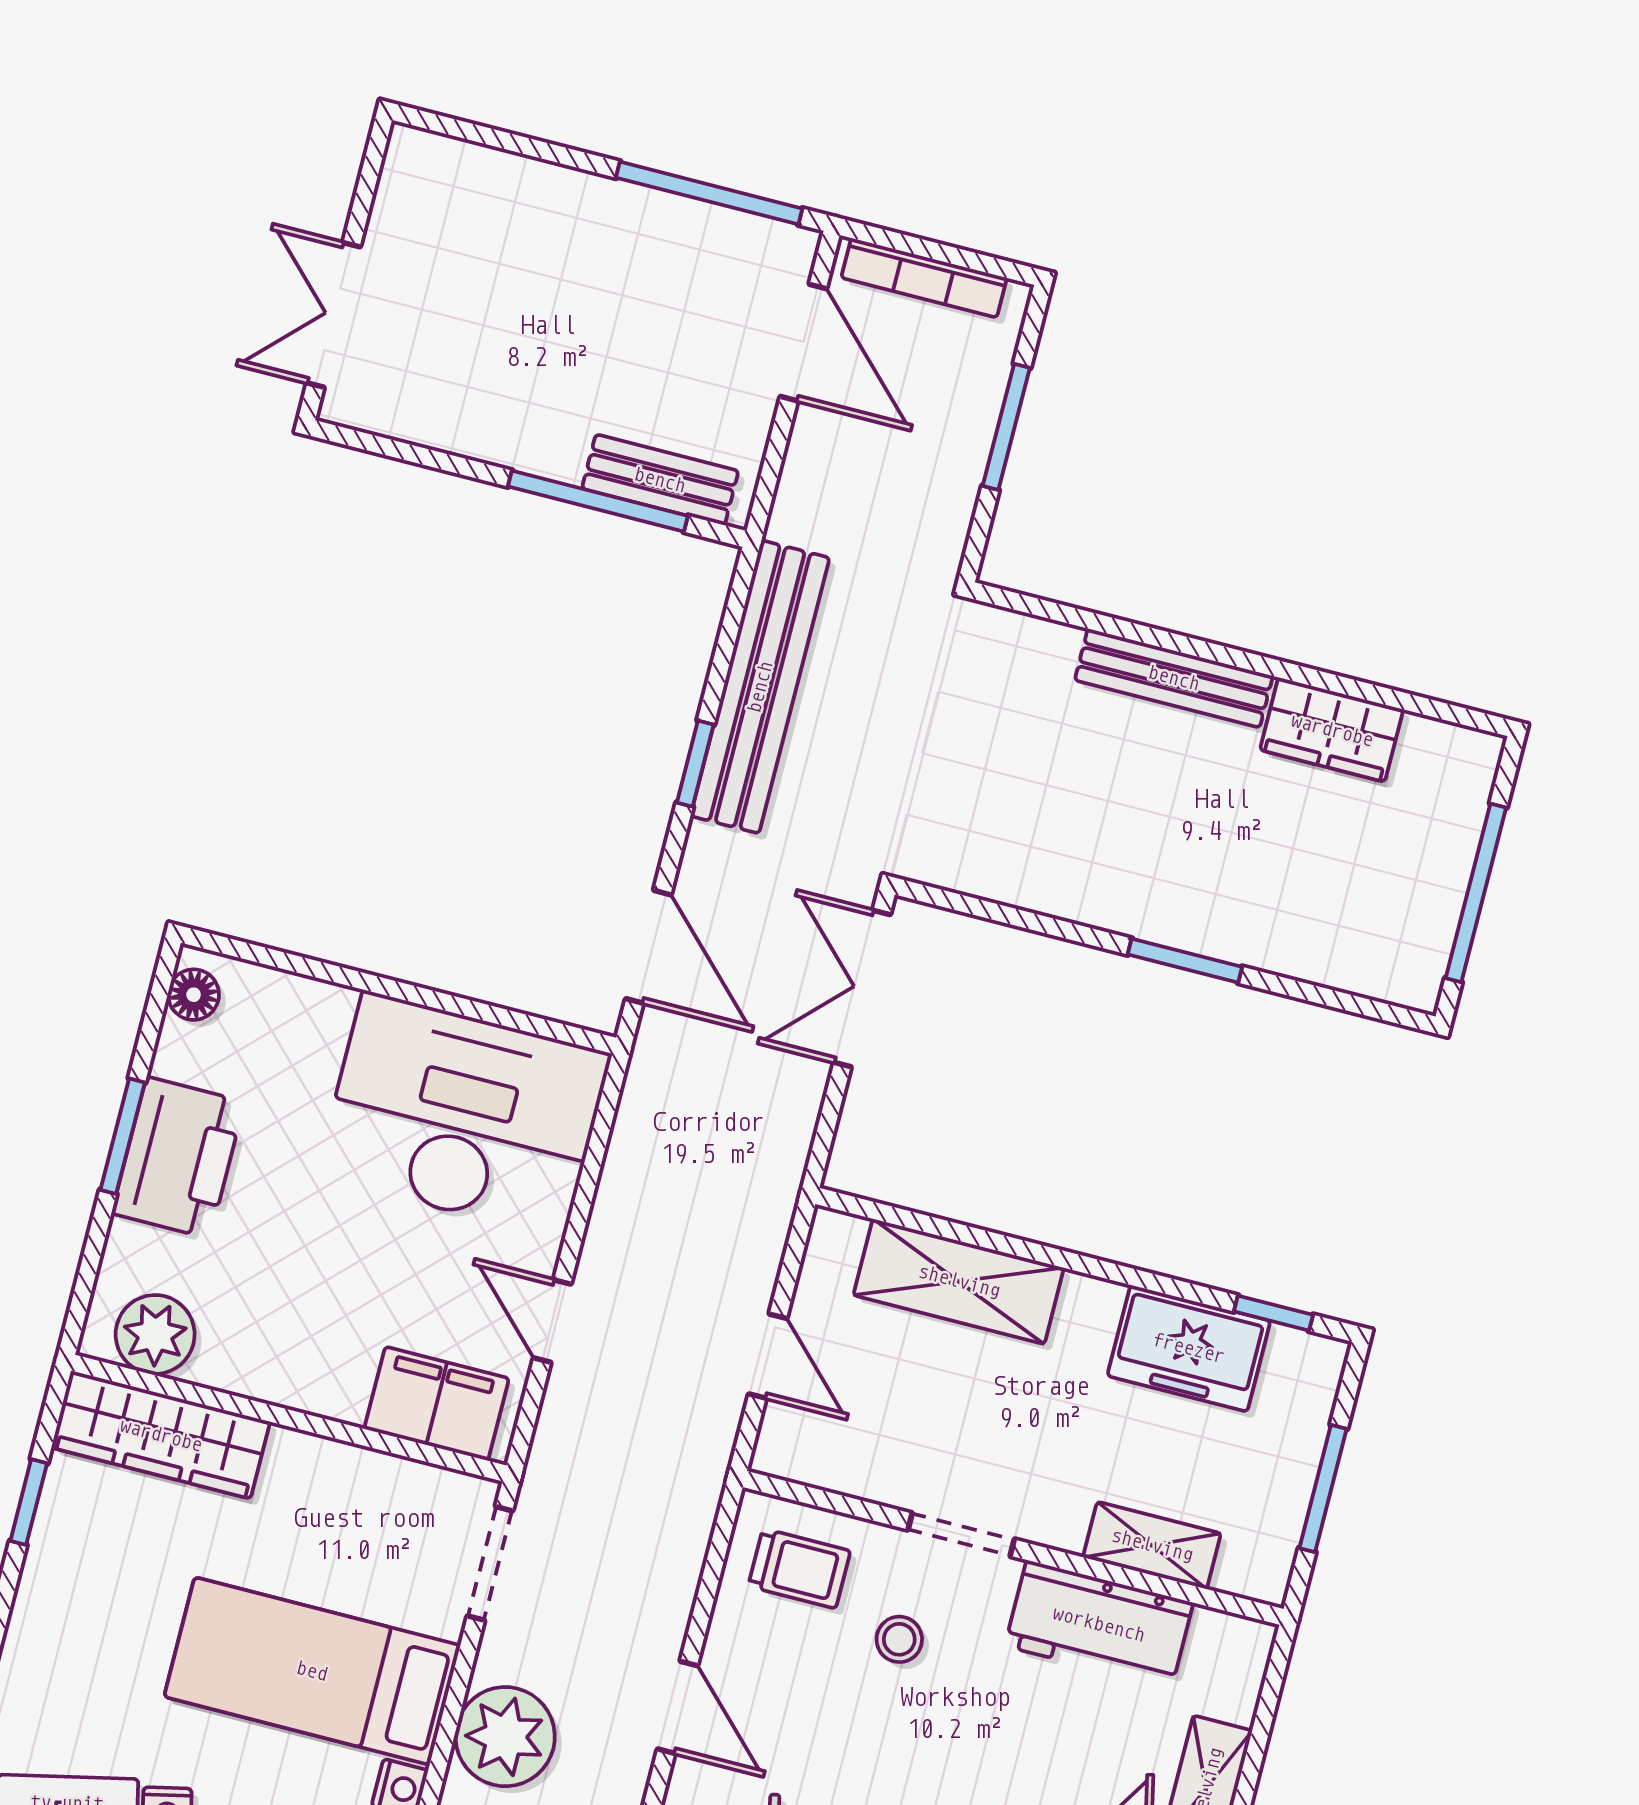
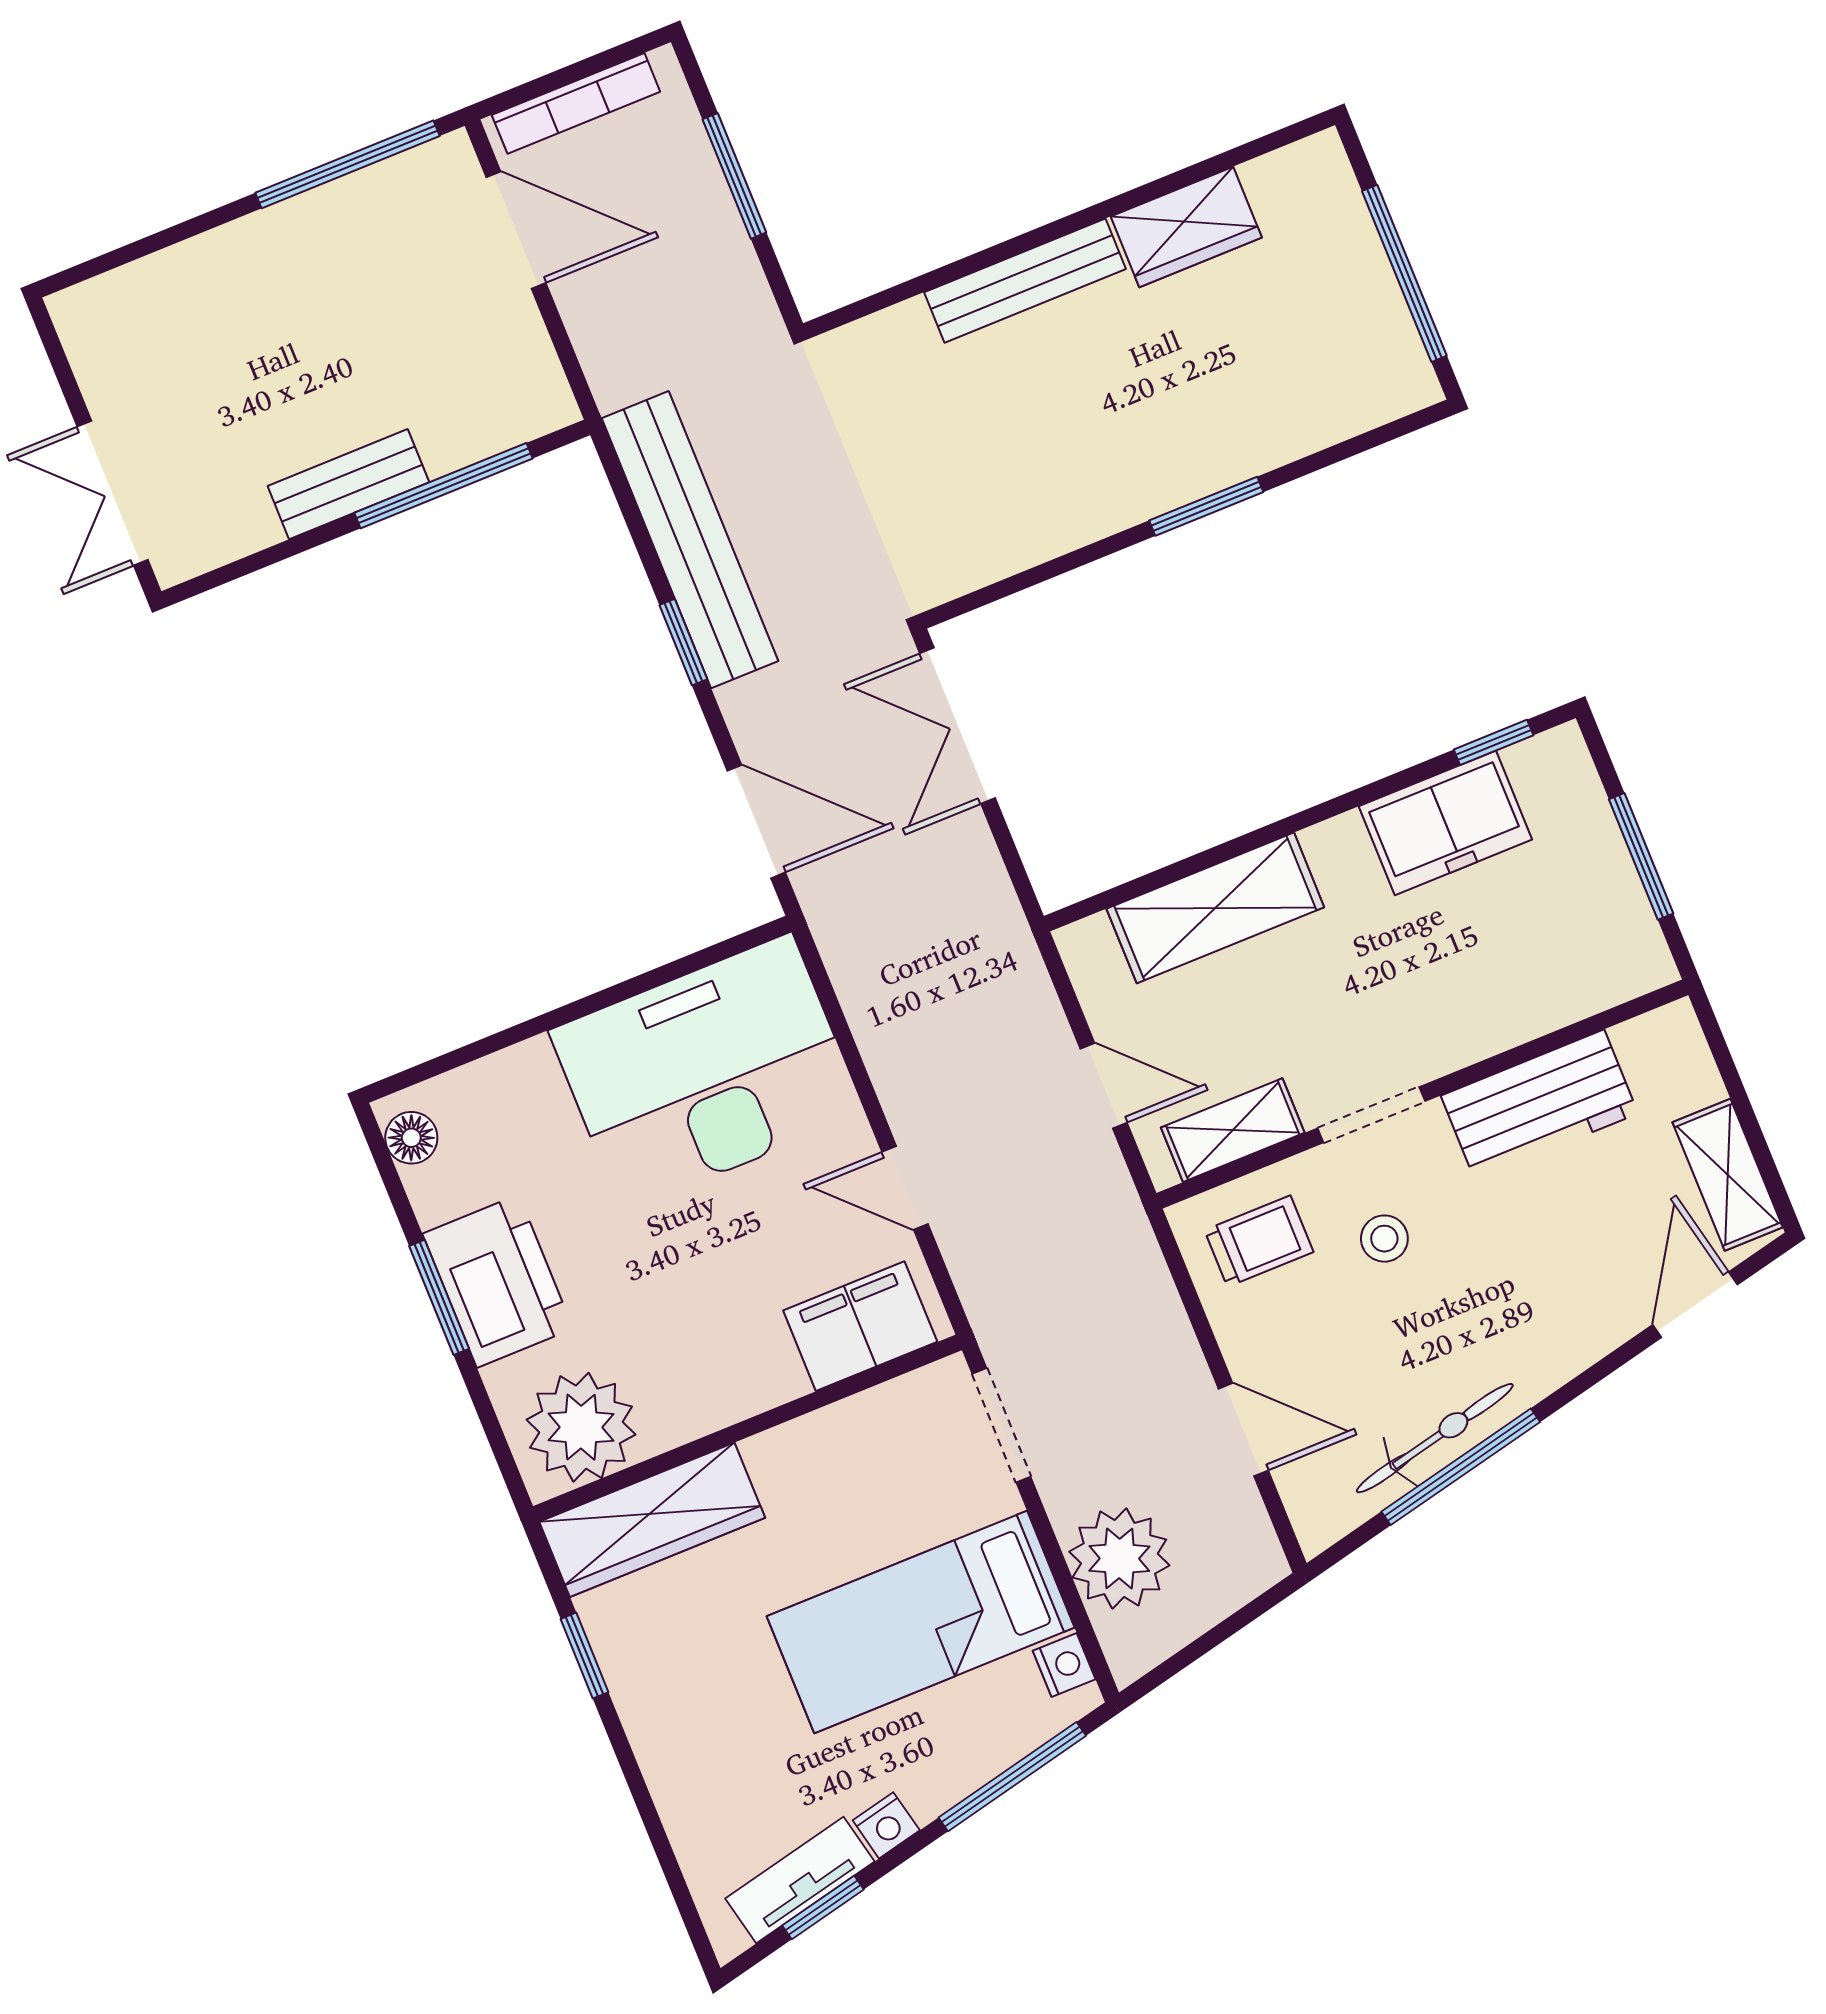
bench: (660, 480) -> (348, 484), moved
plant: (155, 1334) -> (581, 1427), width x1.36, depth x1.36
shelving: (1152, 1545) -> (1233, 1130), moved

